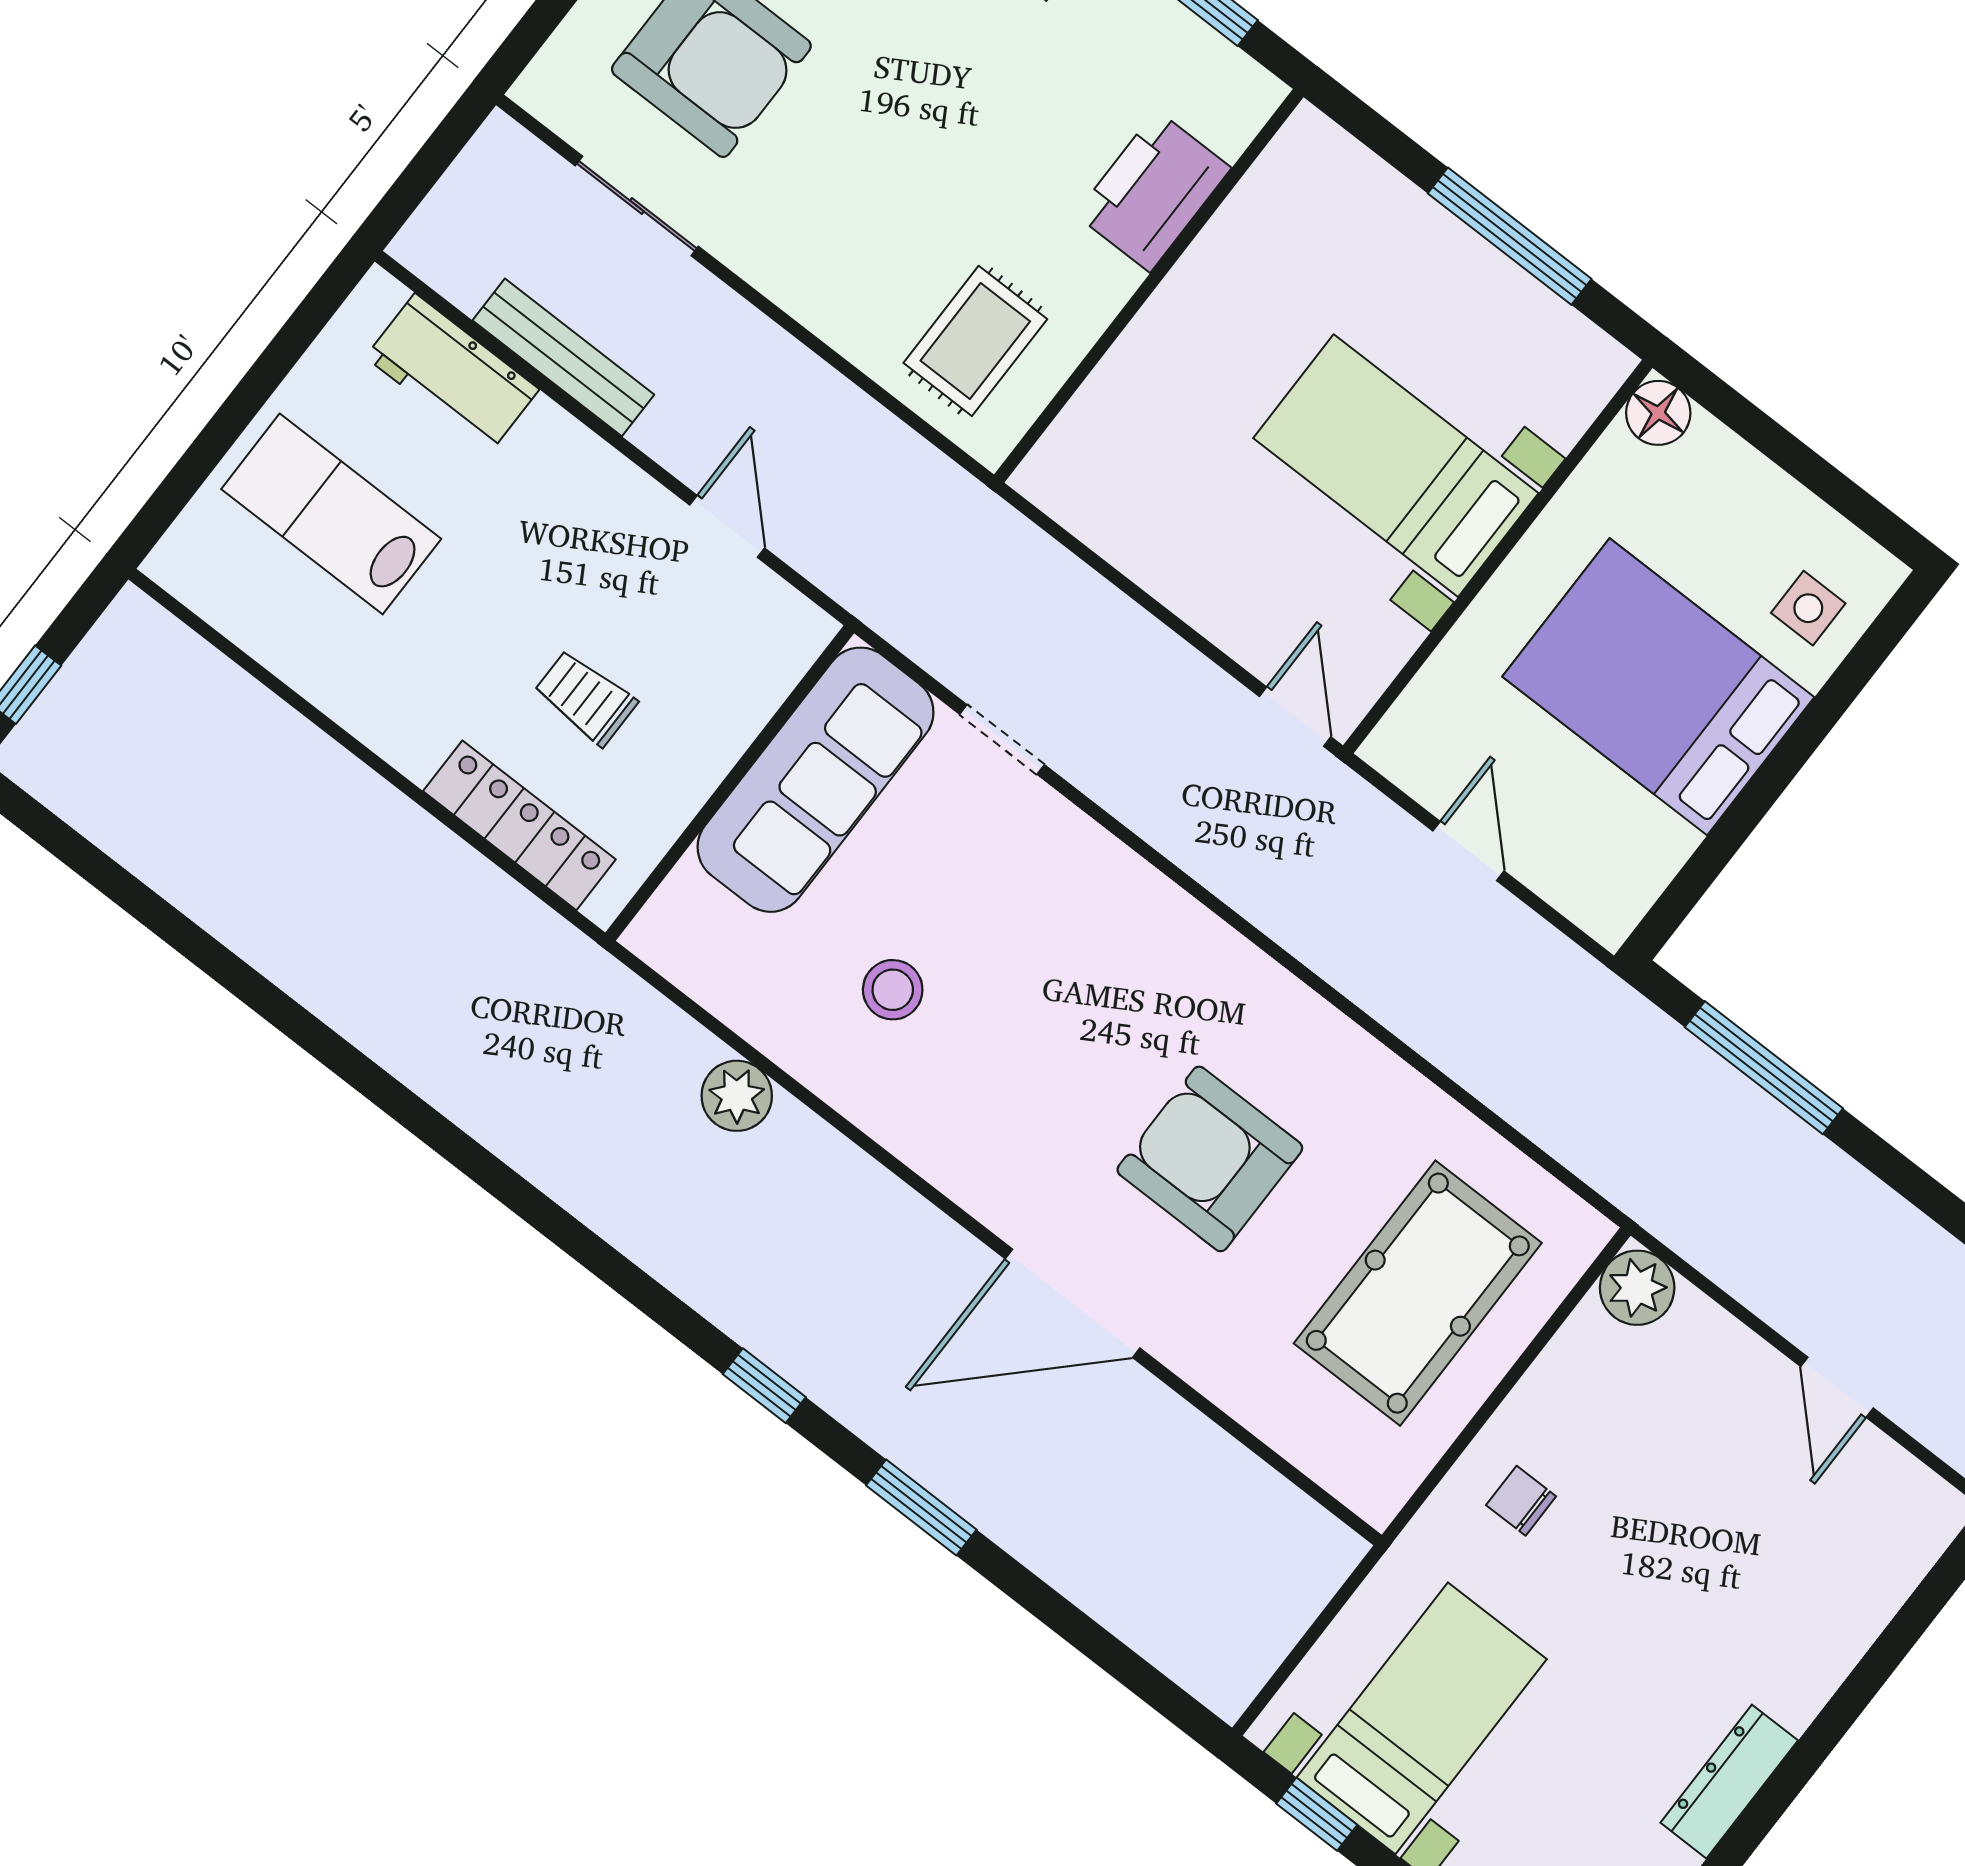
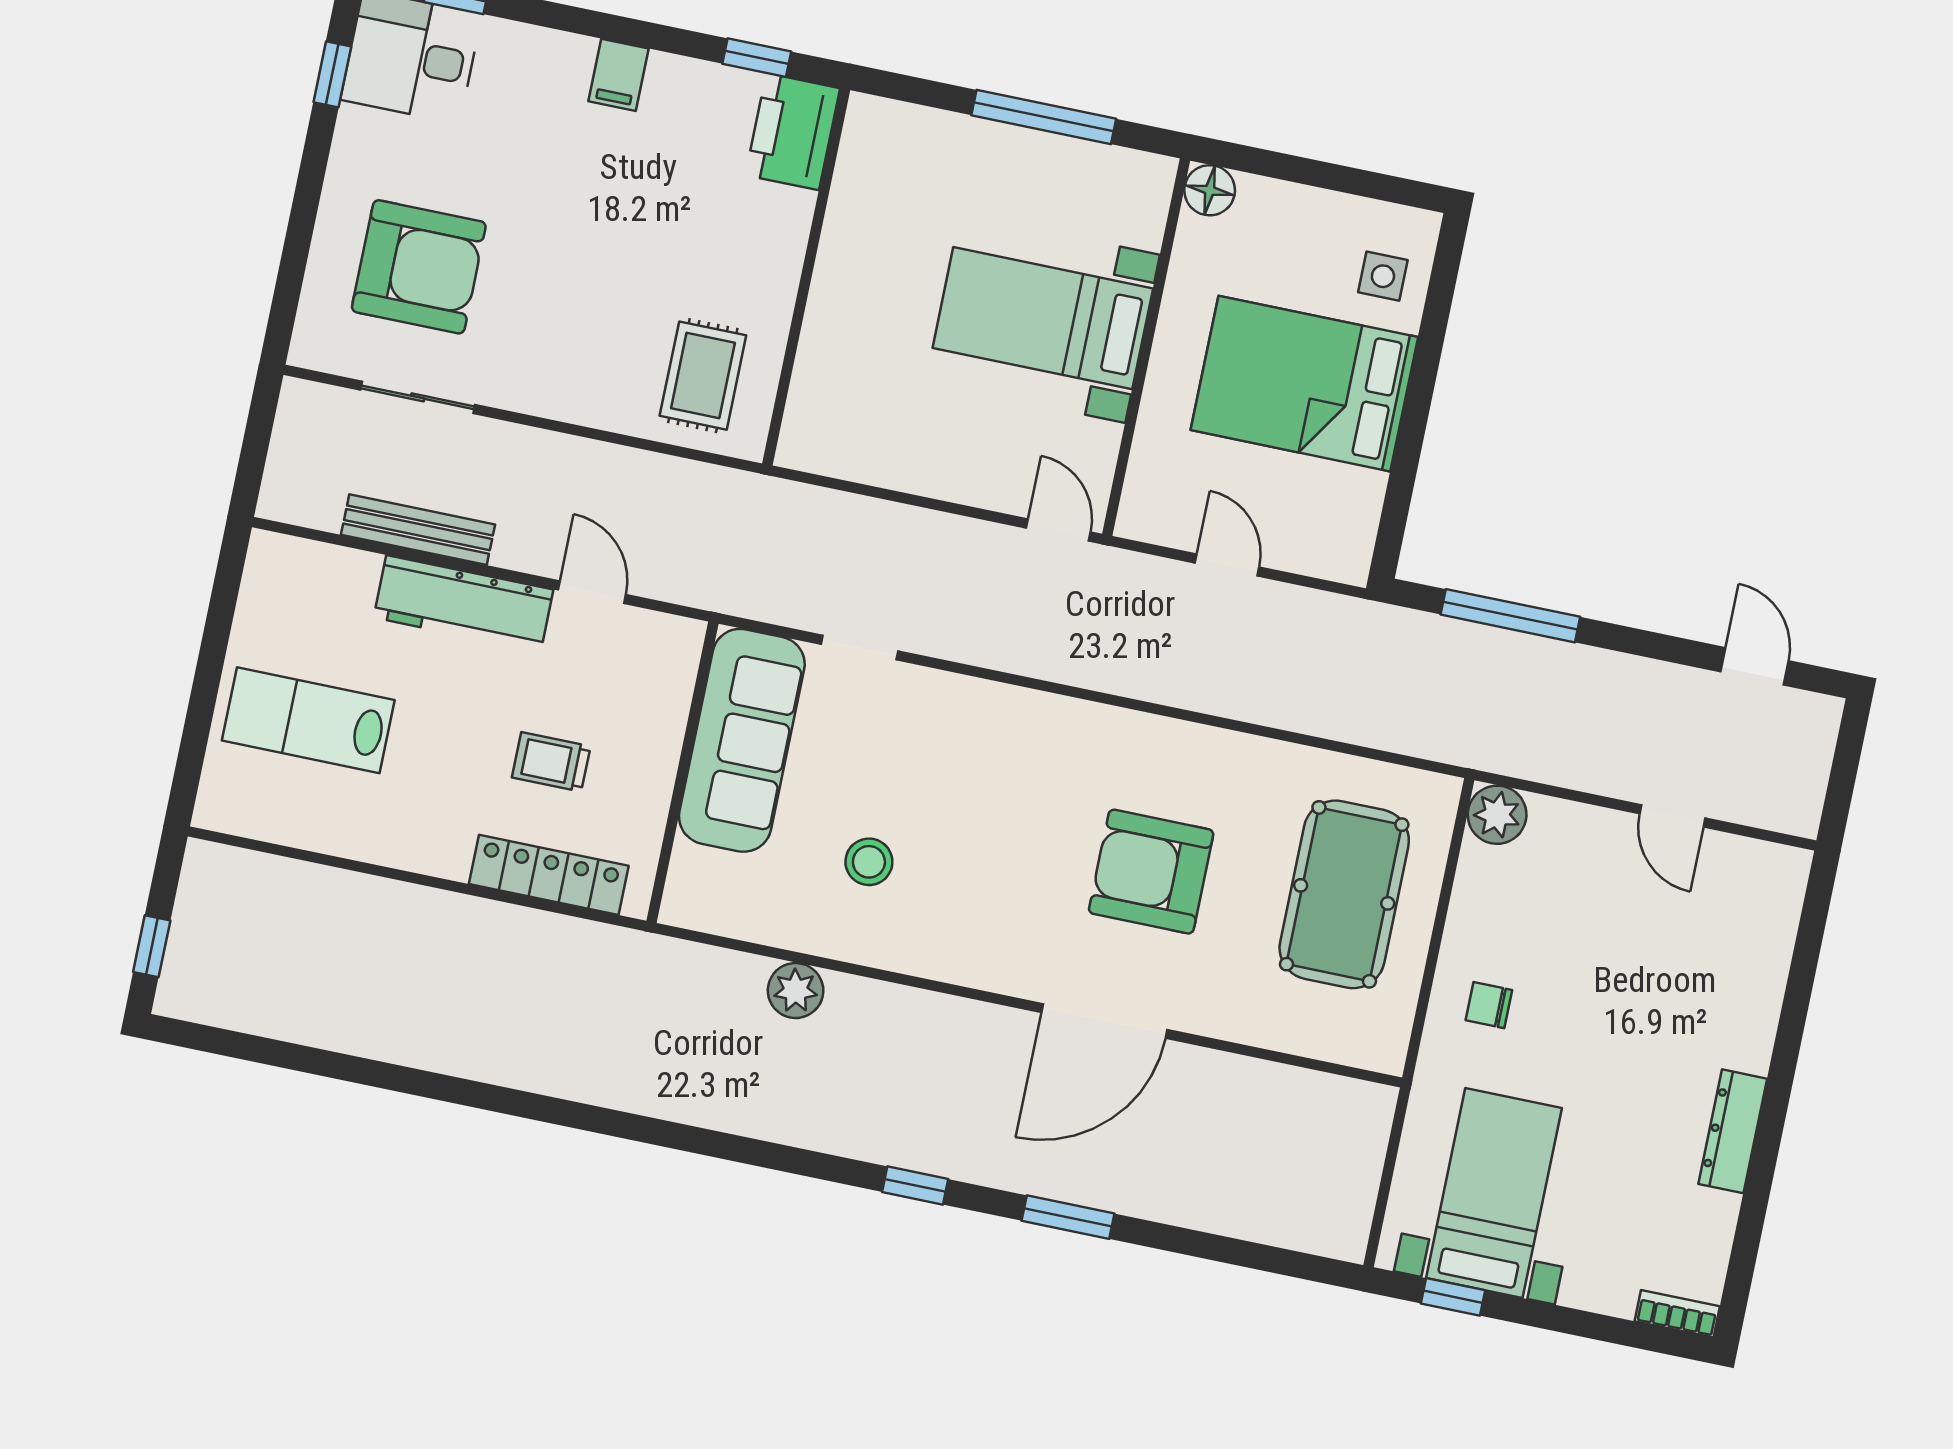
printer: (1153, 191) -> (793, 132), moved
workbench: (452, 373) -> (463, 604), moved, width x1.38

